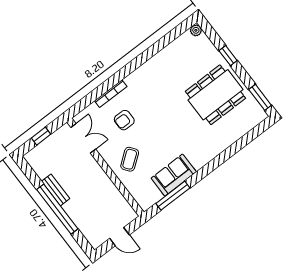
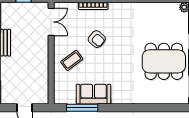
armchair: (124, 120) -> (97, 39), moved, turned -139

